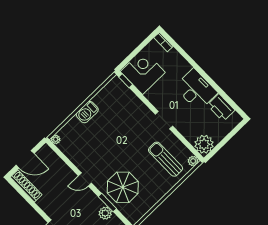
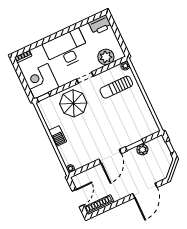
desk: (196, 90) -> (66, 49), width x1.36, depth x1.30
printer: (221, 108) -> (100, 25), moved
plant: (204, 144) -> (106, 57), moved
door: (85, 179) -> (110, 156), width x1.88
parasol: (123, 187) -> (73, 103), moved

